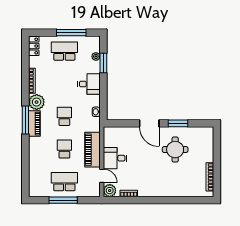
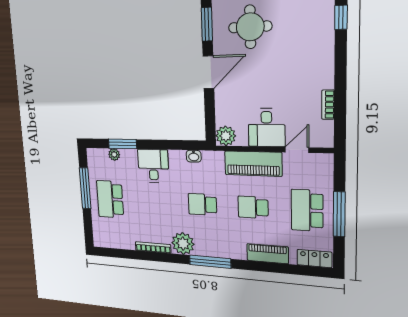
locker: (34, 46) -> (314, 259), moved
piano: (34, 124) -> (268, 254), moved
plant: (110, 191) -> (226, 136), moved
window: (178, 200) -> (341, 17), added

